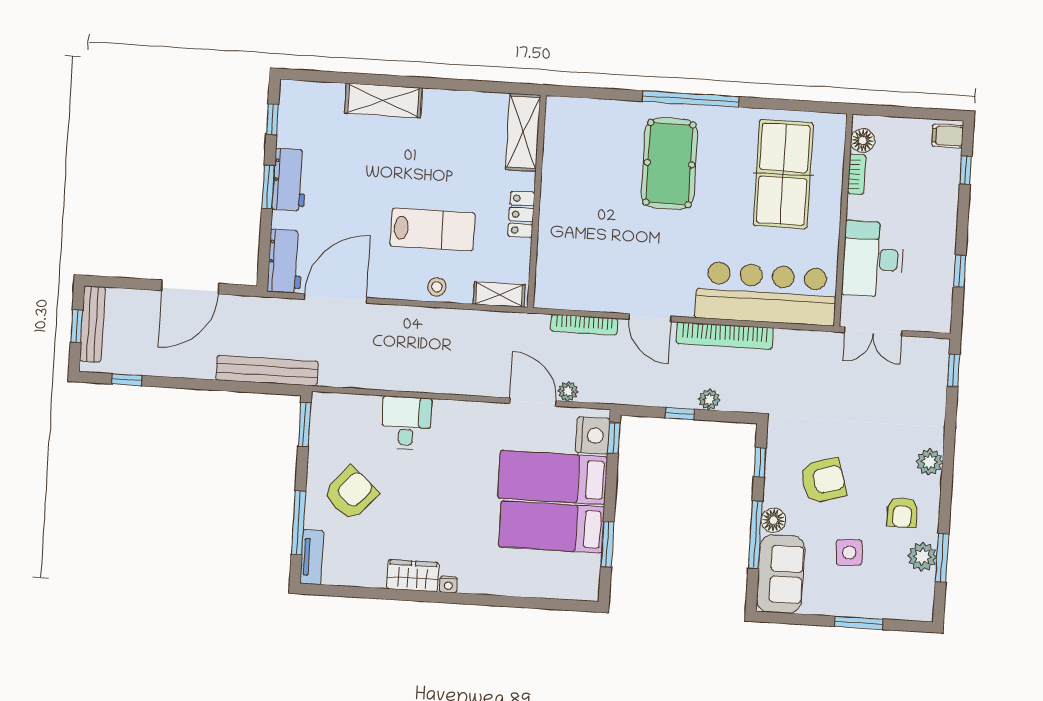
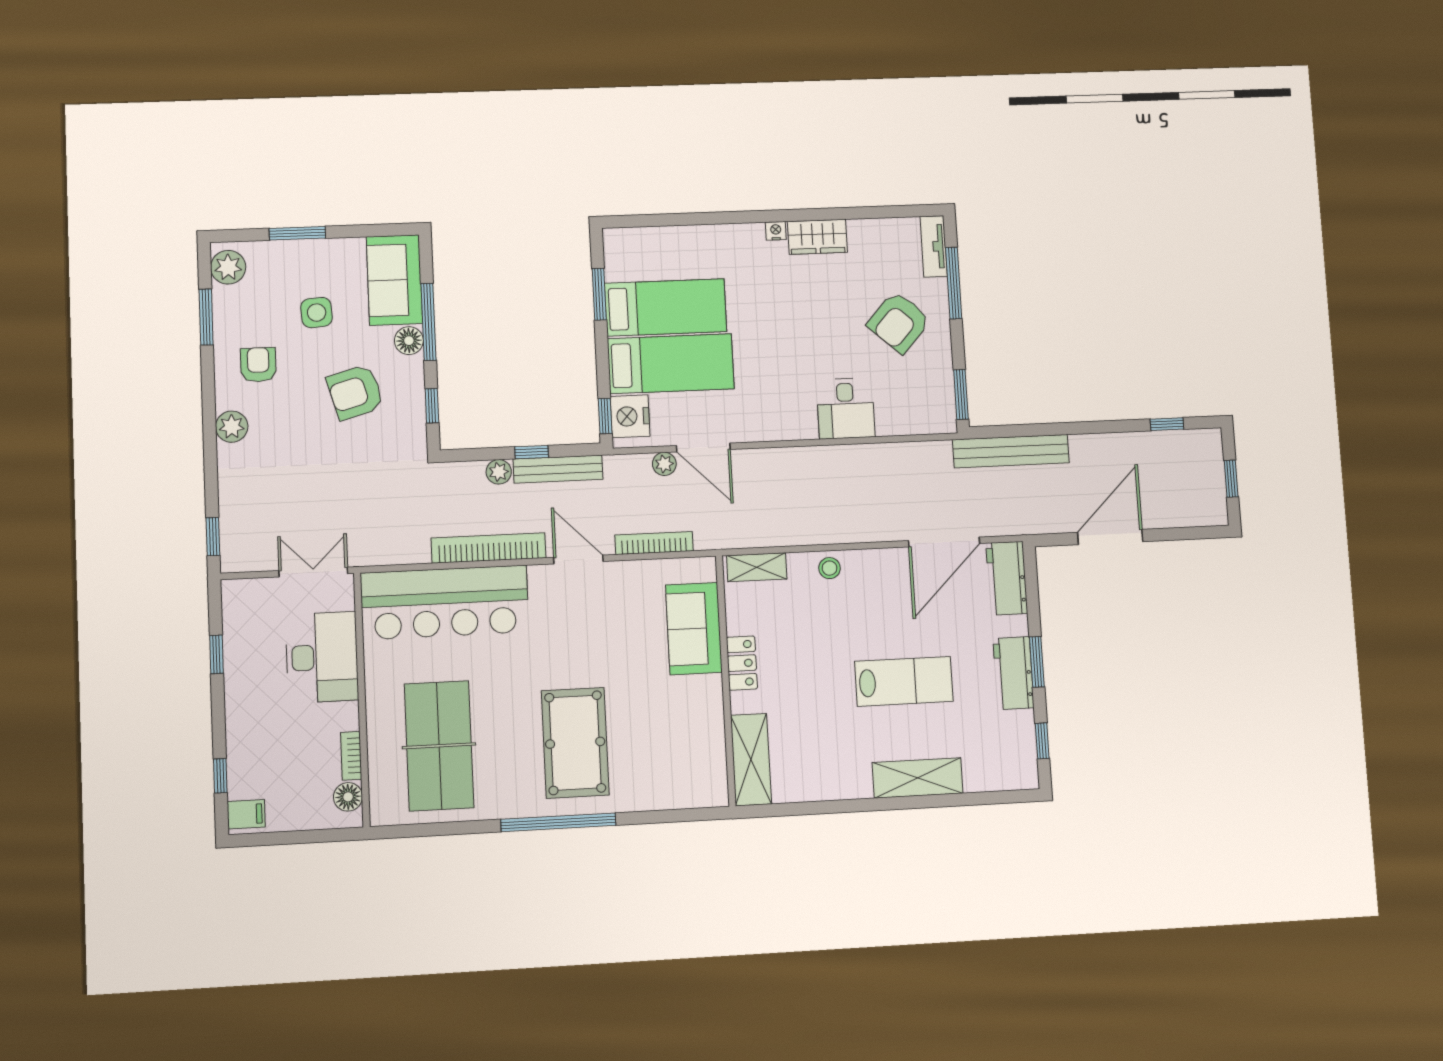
lab bench: (433, 230) -> (904, 681), moved, turned 180
sofa: (559, 248) -> (694, 629), added
bench: (92, 324) -> (558, 469), moved, turned 90
plant: (922, 557) -> (228, 267), moved

